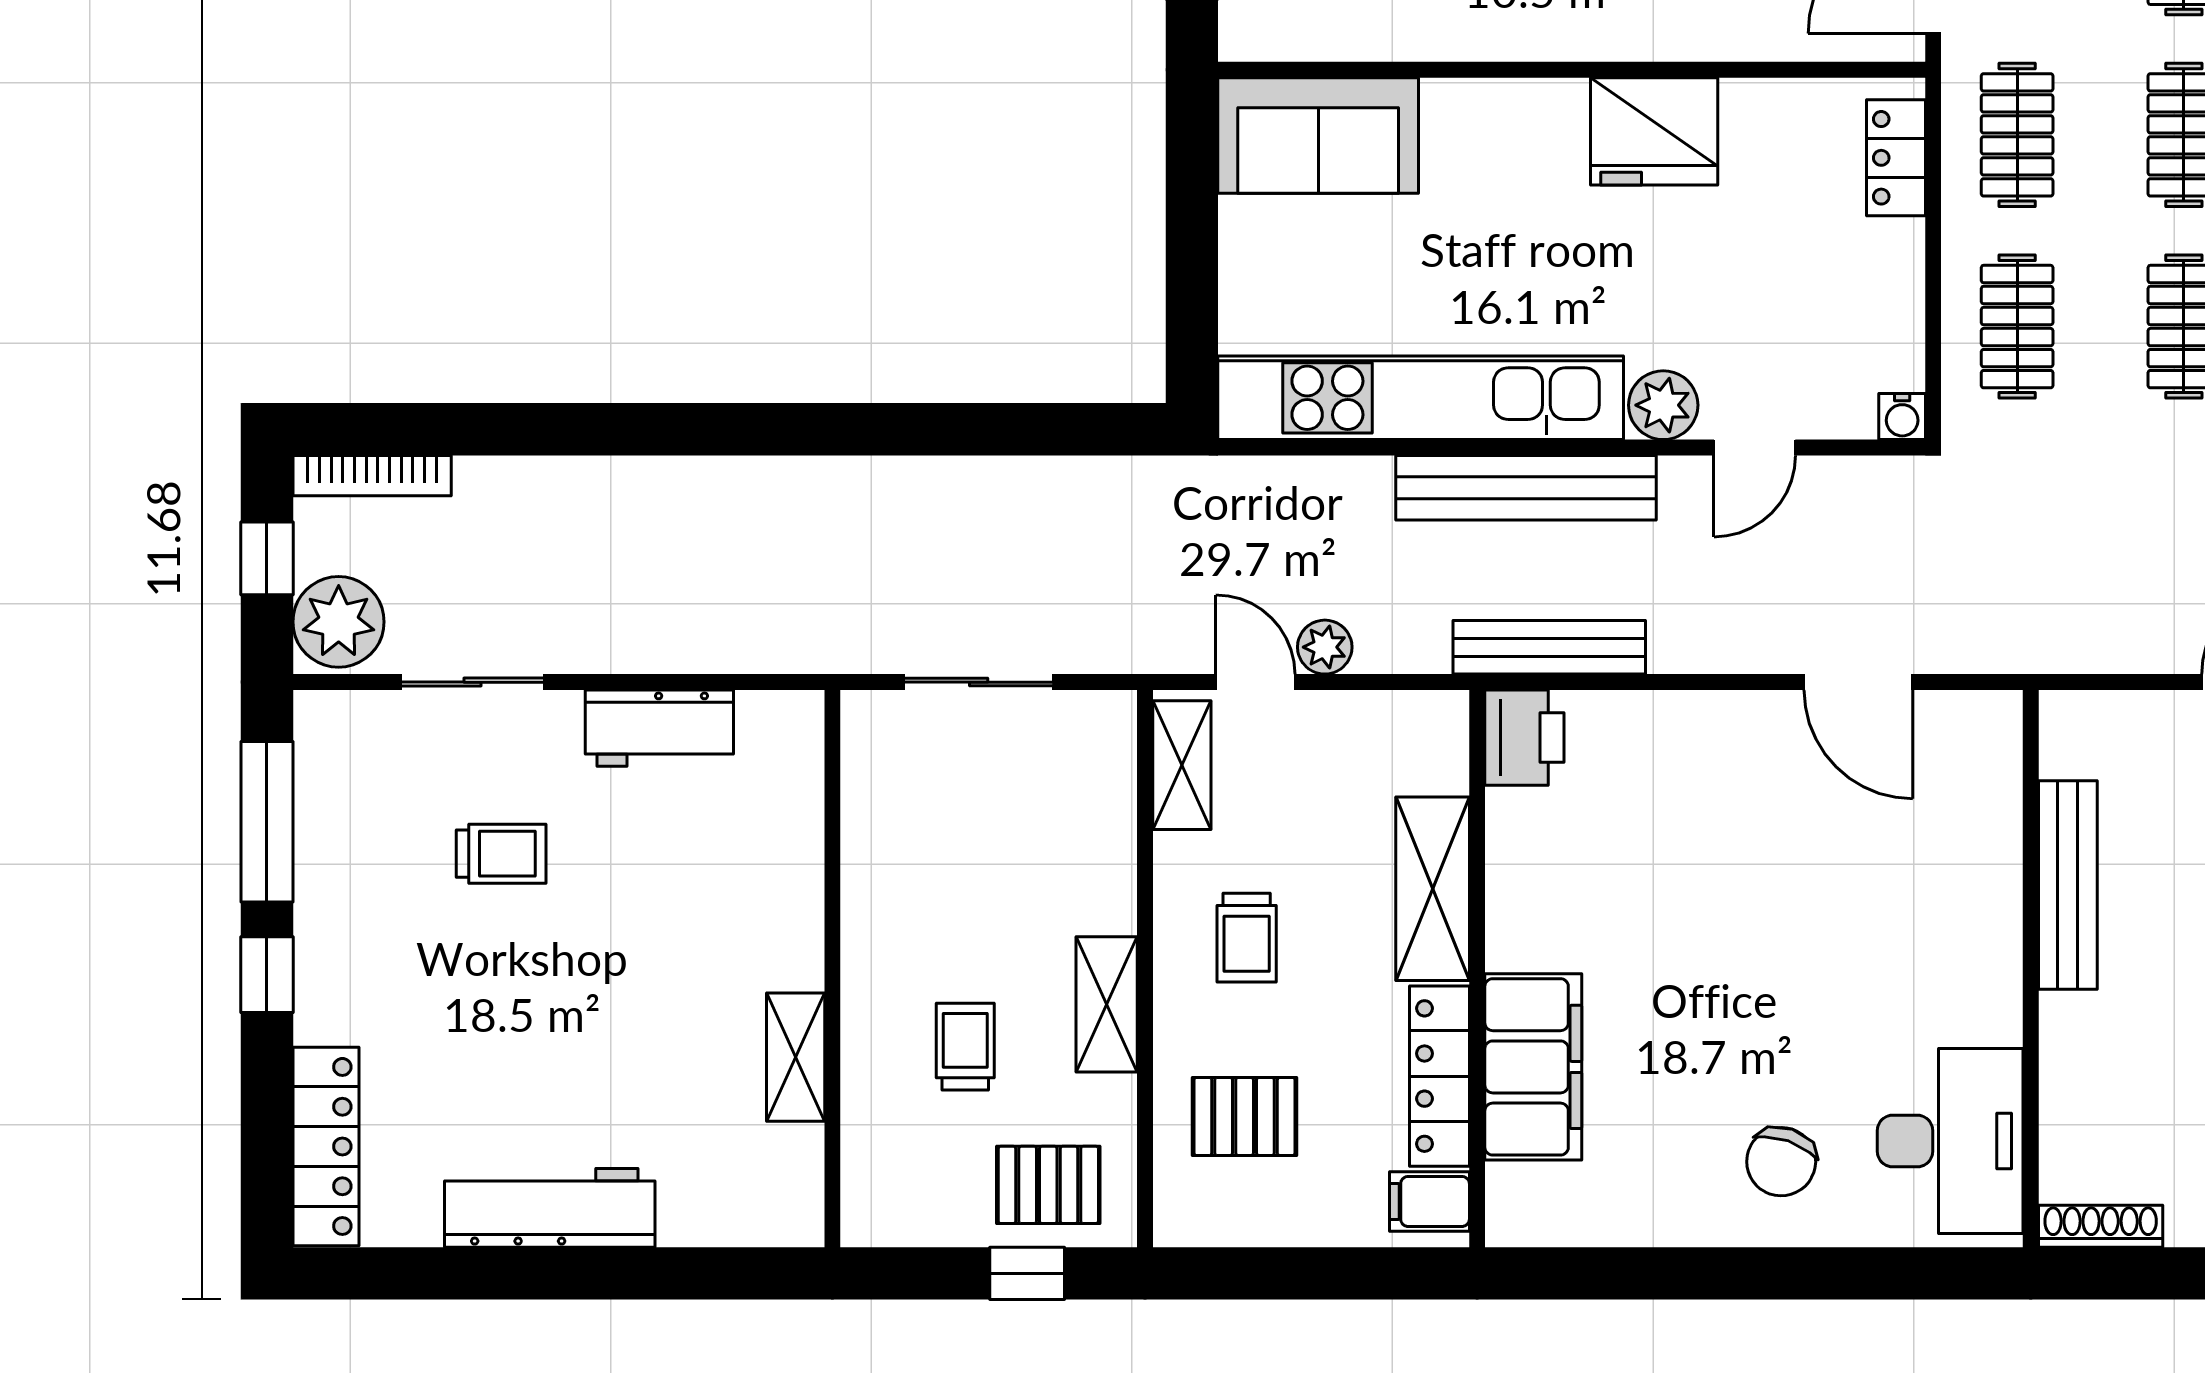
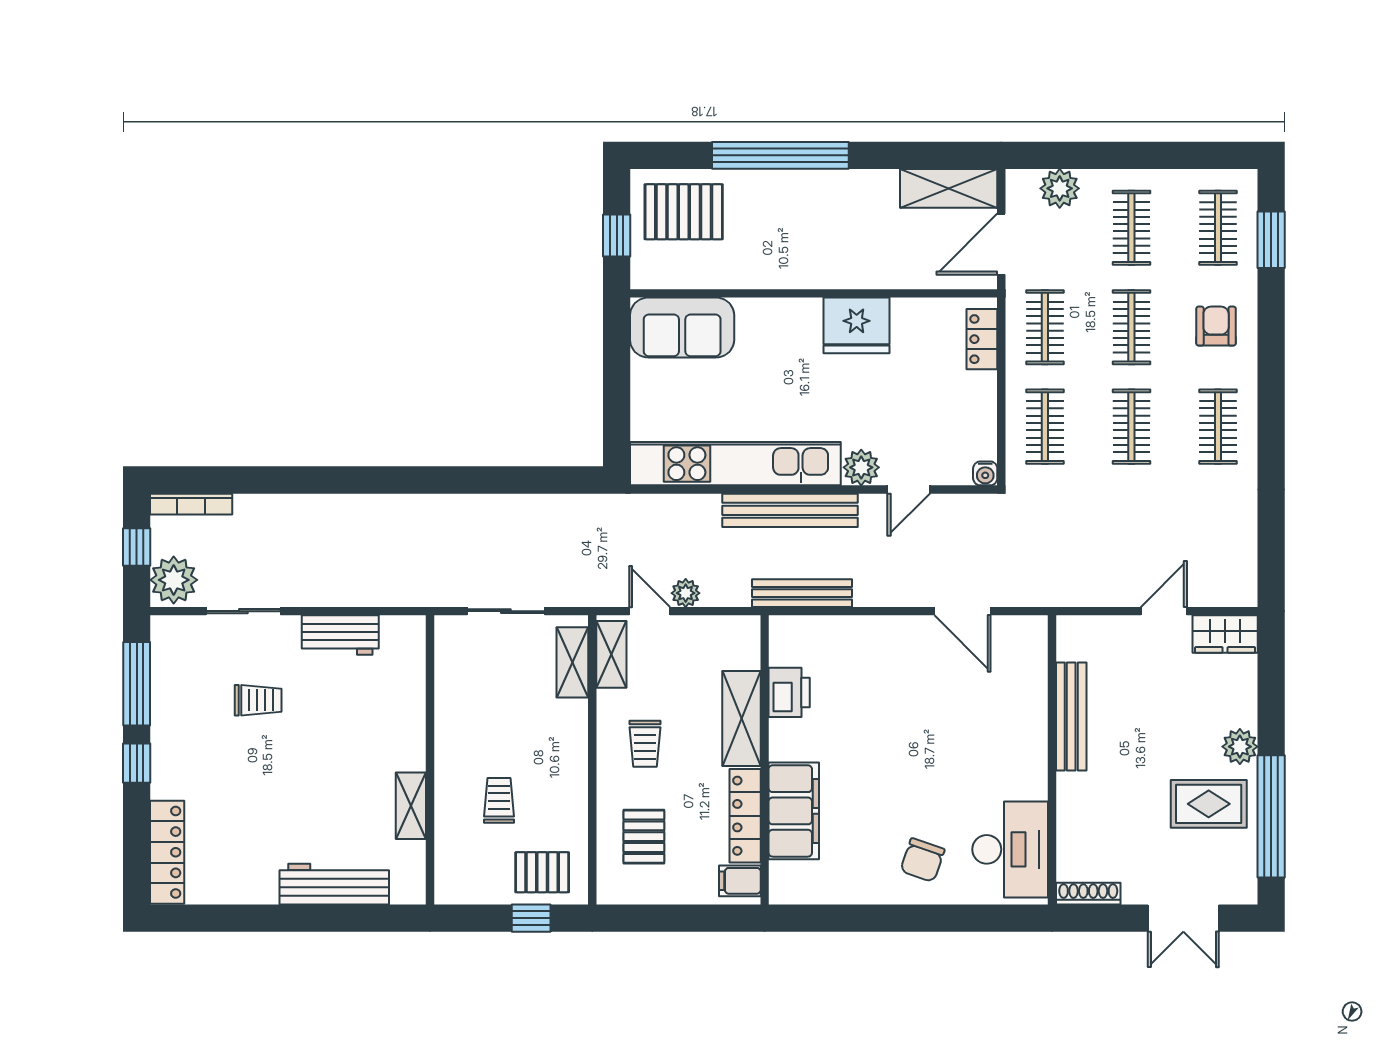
printer: (1524, 738) -> (789, 692), moved
shelving: (1107, 1004) -> (572, 662), moved
pallet: (1245, 1116) -> (644, 837), turned 90
workbench: (550, 1208) -> (334, 884), moved

